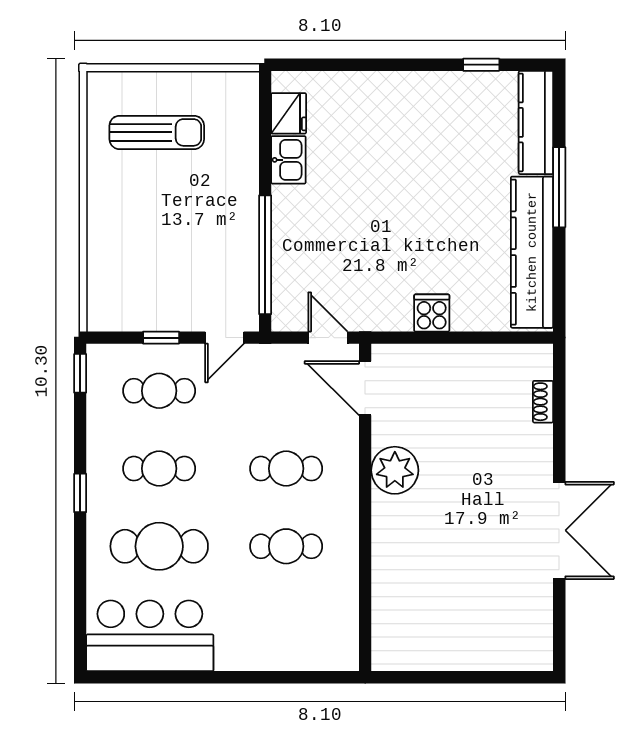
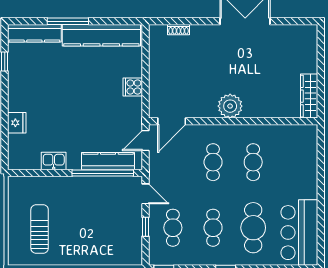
fridge: (289, 113) -> (17, 123), moved, turned 90
kitchen counter: (288, 265) -> (108, 161), added
plant: (395, 470) -> (230, 106), moved
wardrobe: (414, 655) -> (309, 96), added

